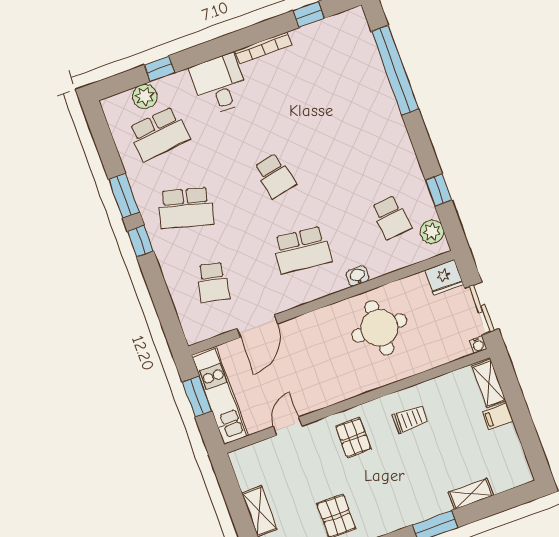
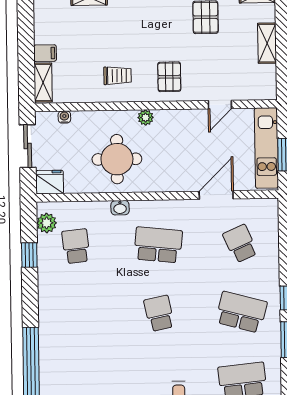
school desk: (213, 282) -> (240, 244), turned -36
water cooler: (478, 345) -> (64, 117), moved
plant: (364, 384) -> (146, 118), added
trolley: (410, 419) -> (118, 76), turned 180

